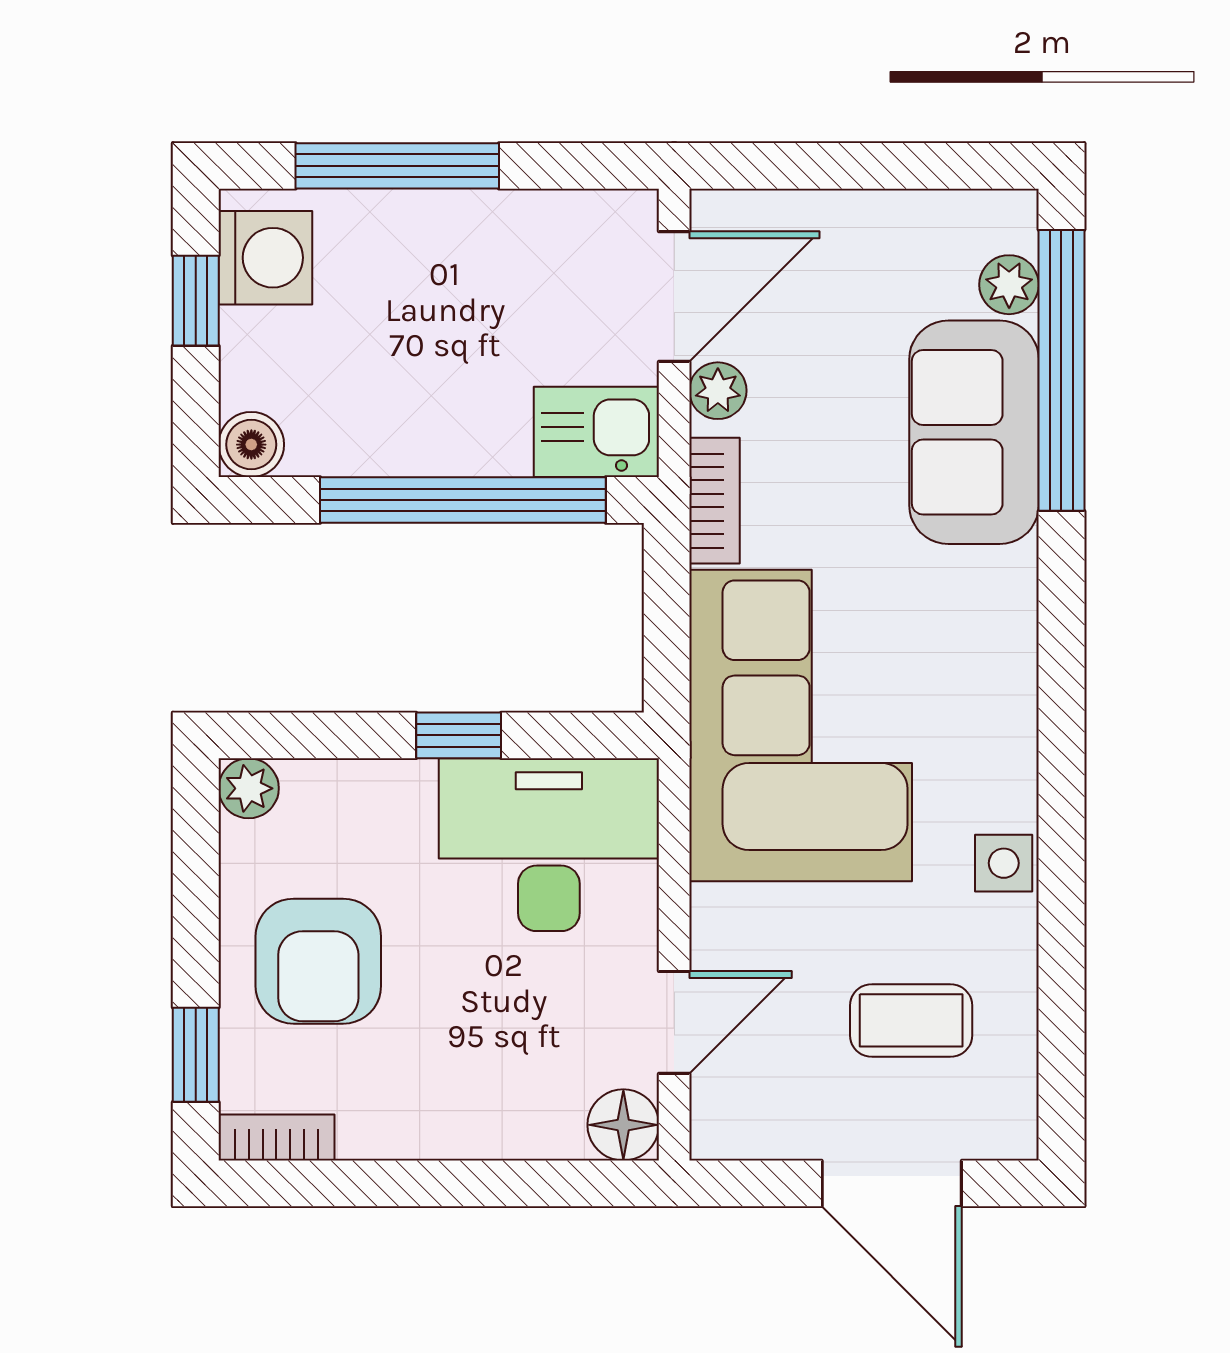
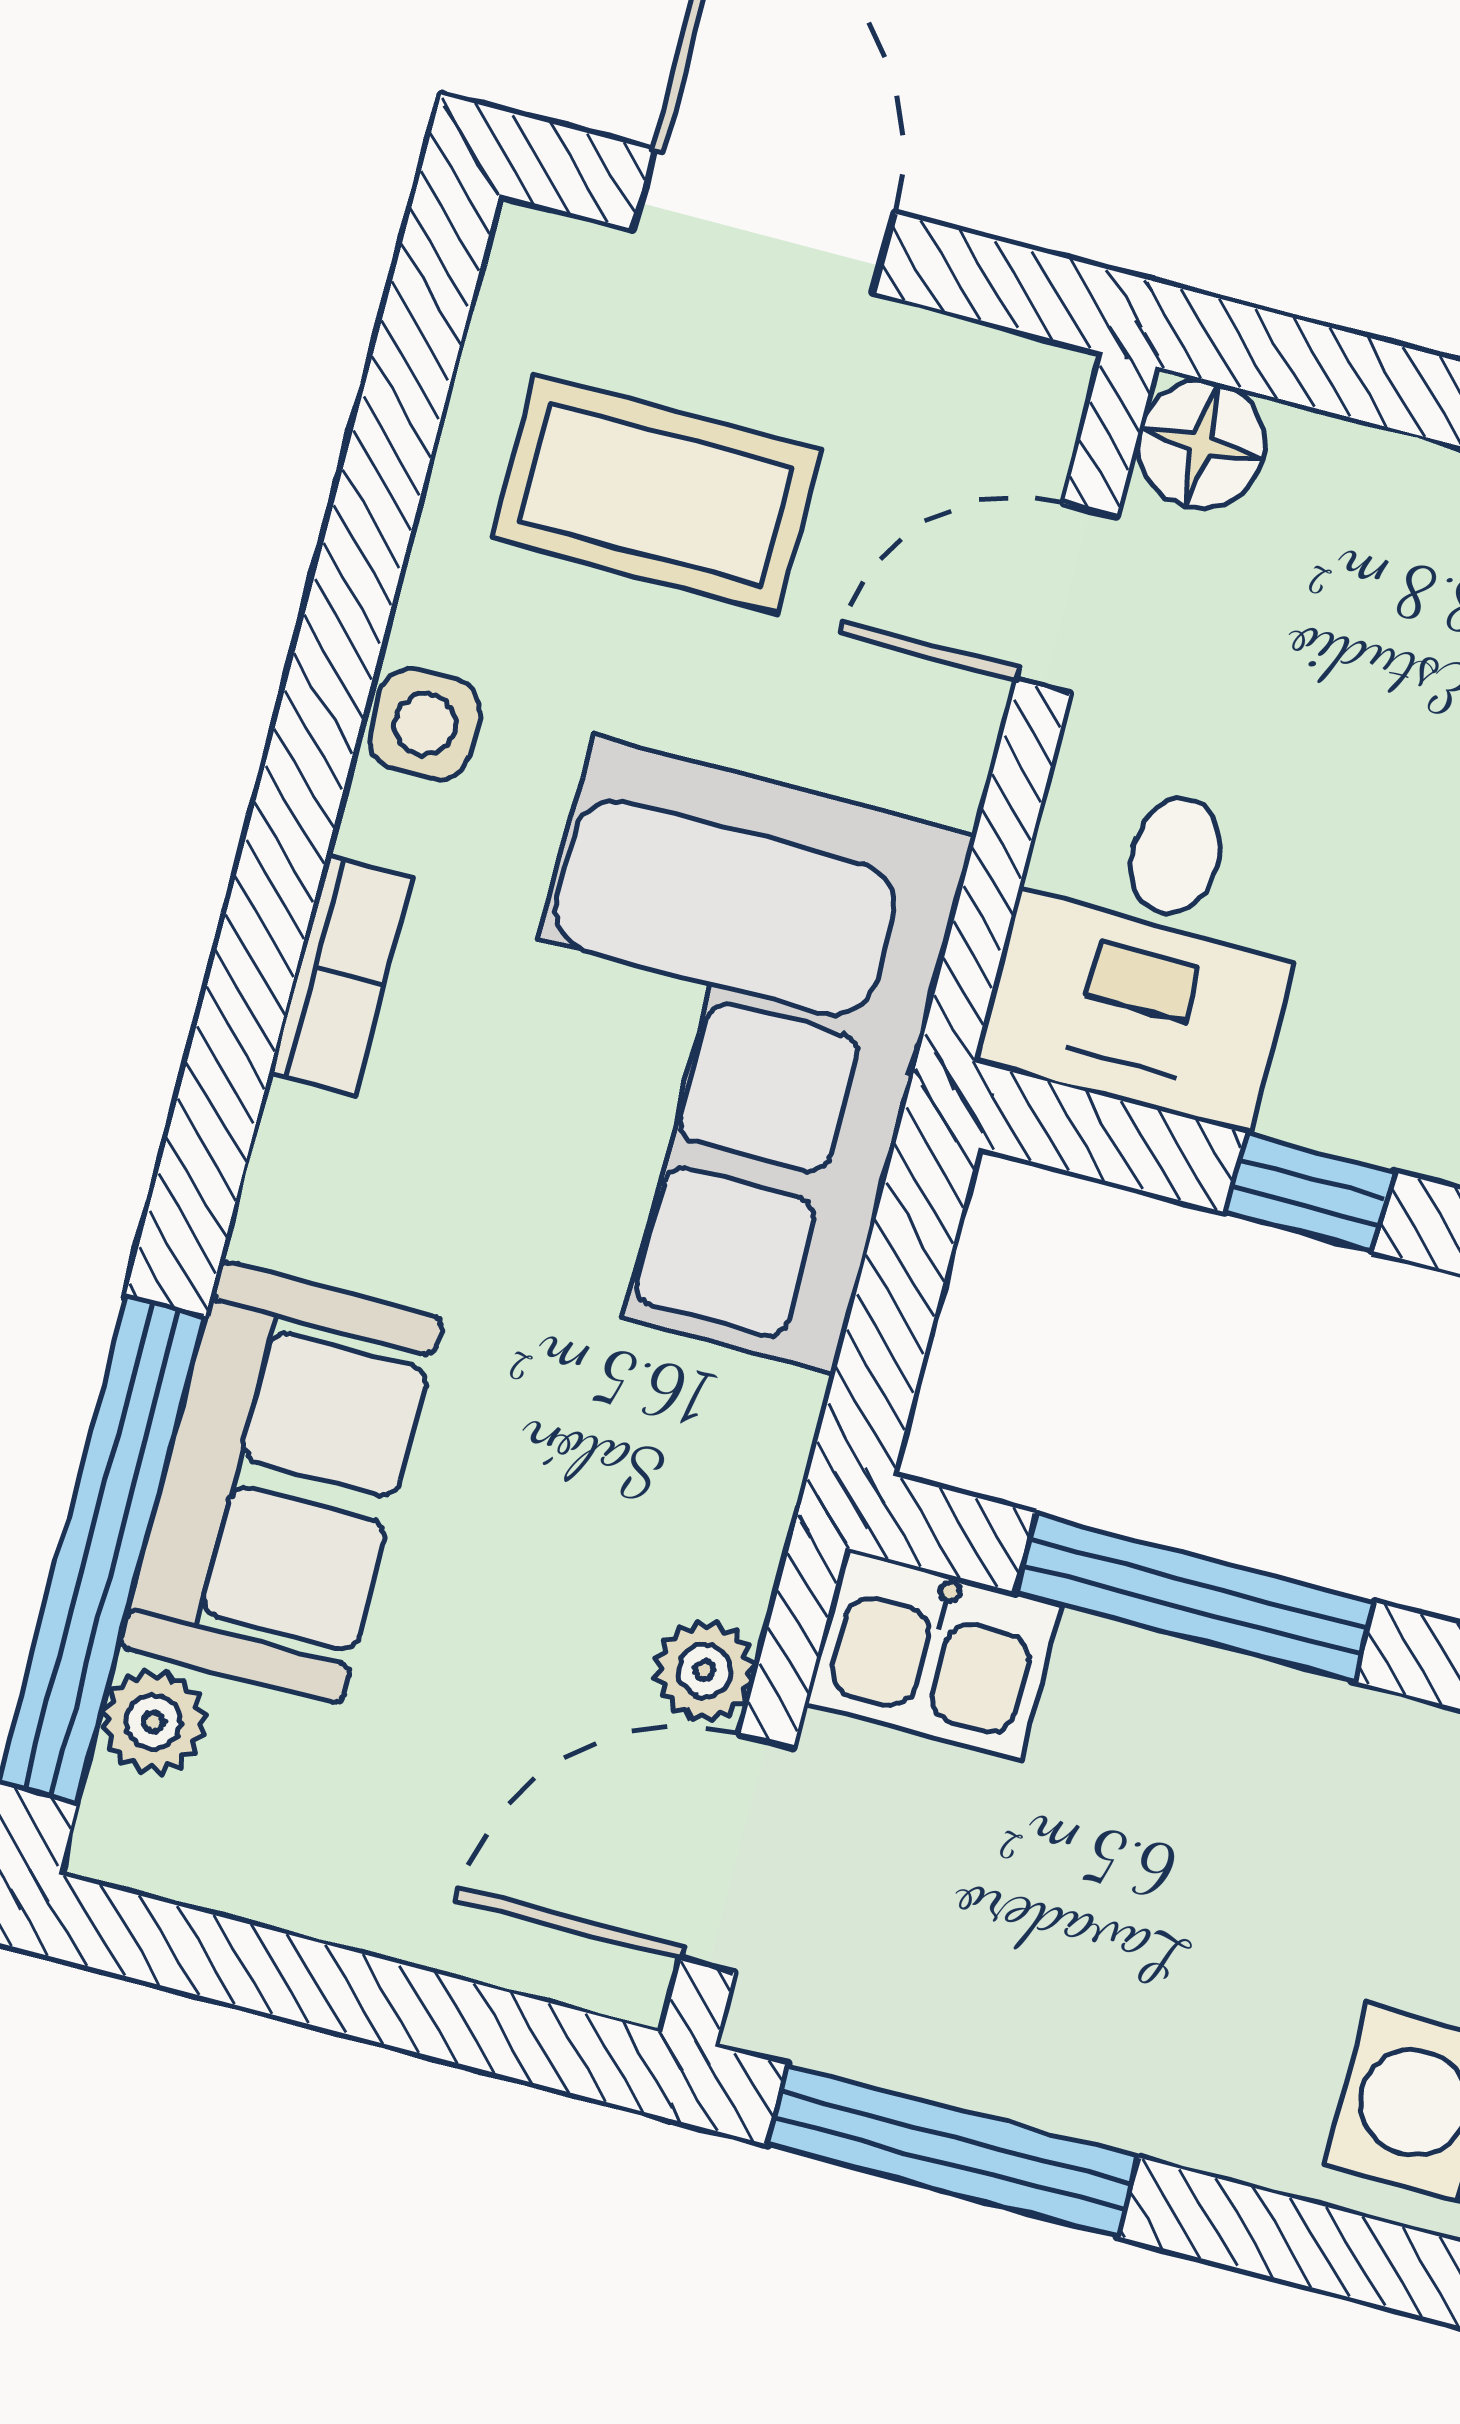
window: (397, 166) -> (953, 2151), moved
window: (463, 500) -> (1195, 1597), width x0.68
bookcase: (715, 501) -> (341, 975), moved, turned 180
desk: (549, 845) -> (1151, 949), width x0.73
coffee table: (911, 1020) -> (656, 494), width x1.36, depth x1.30

